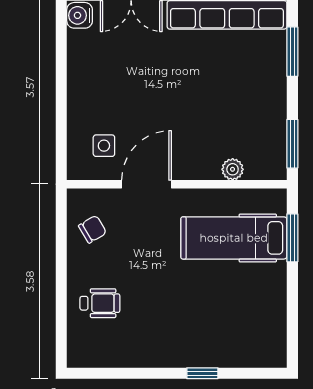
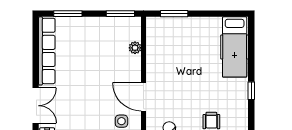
hospital bed: (234, 238) -> (235, 47), moved
window: (202, 373) -> (251, 91), moved

